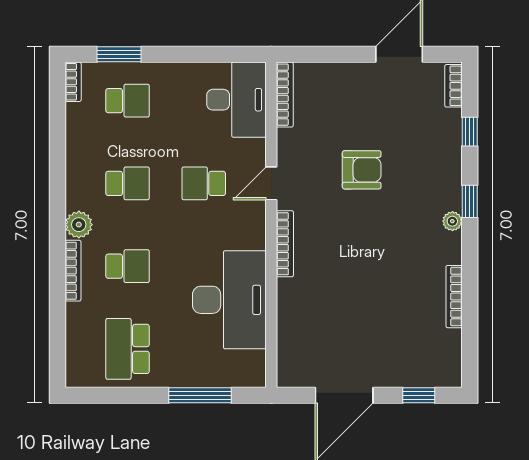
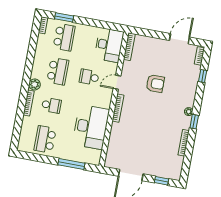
school desk: (128, 101) -> (64, 37), width x1.85
school desk: (128, 183) -> (58, 71), width x1.85
window: (470, 201) -> (194, 122), moved

